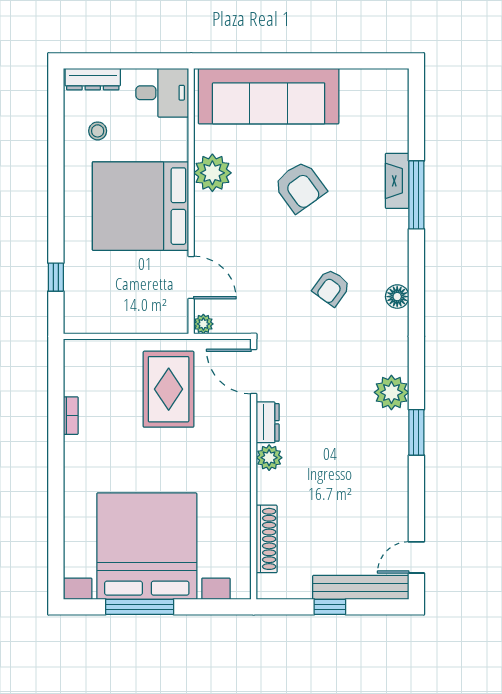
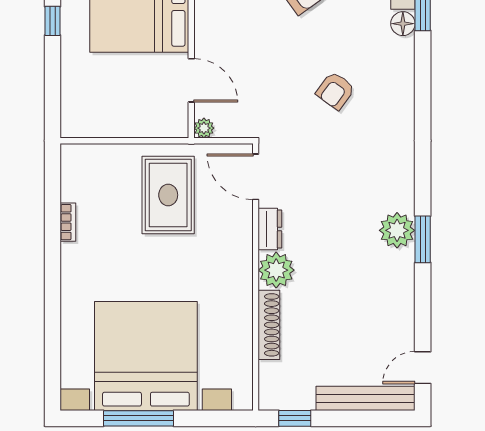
window: (56, 277) -> (52, 21), moved
floor lamp: (397, 297) -> (403, 24), moved
plant: (391, 392) -> (397, 230), moved
plant: (269, 458) -> (276, 270), width x1.36, depth x1.36
shoe rack: (267, 539) -> (269, 325), moved
window: (330, 607) -> (295, 418), moved

